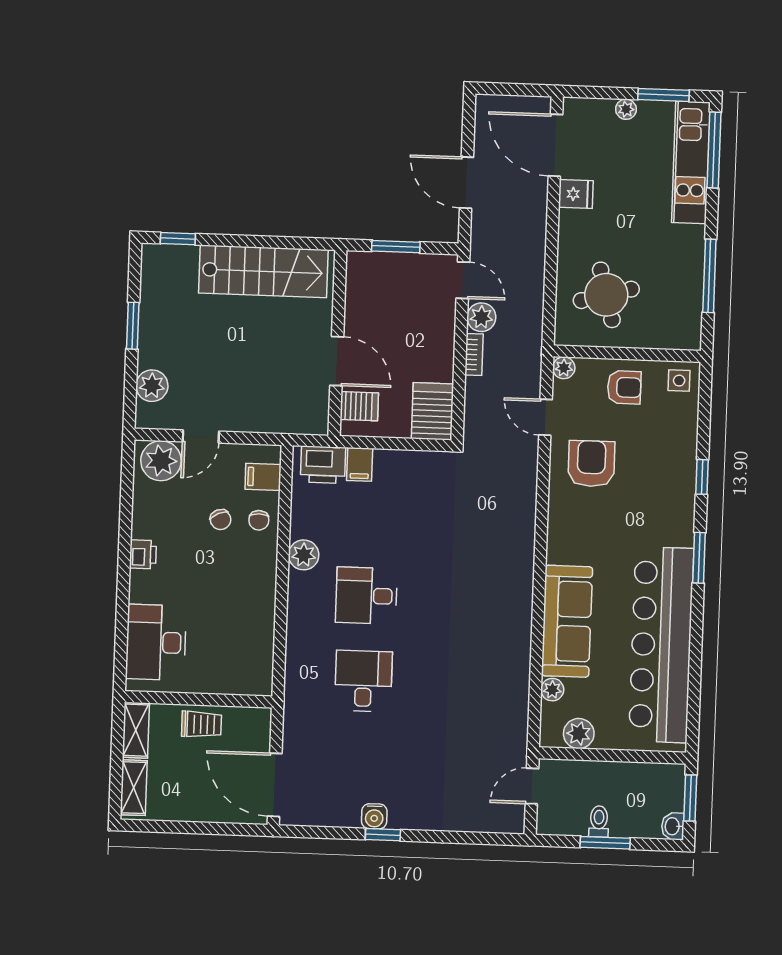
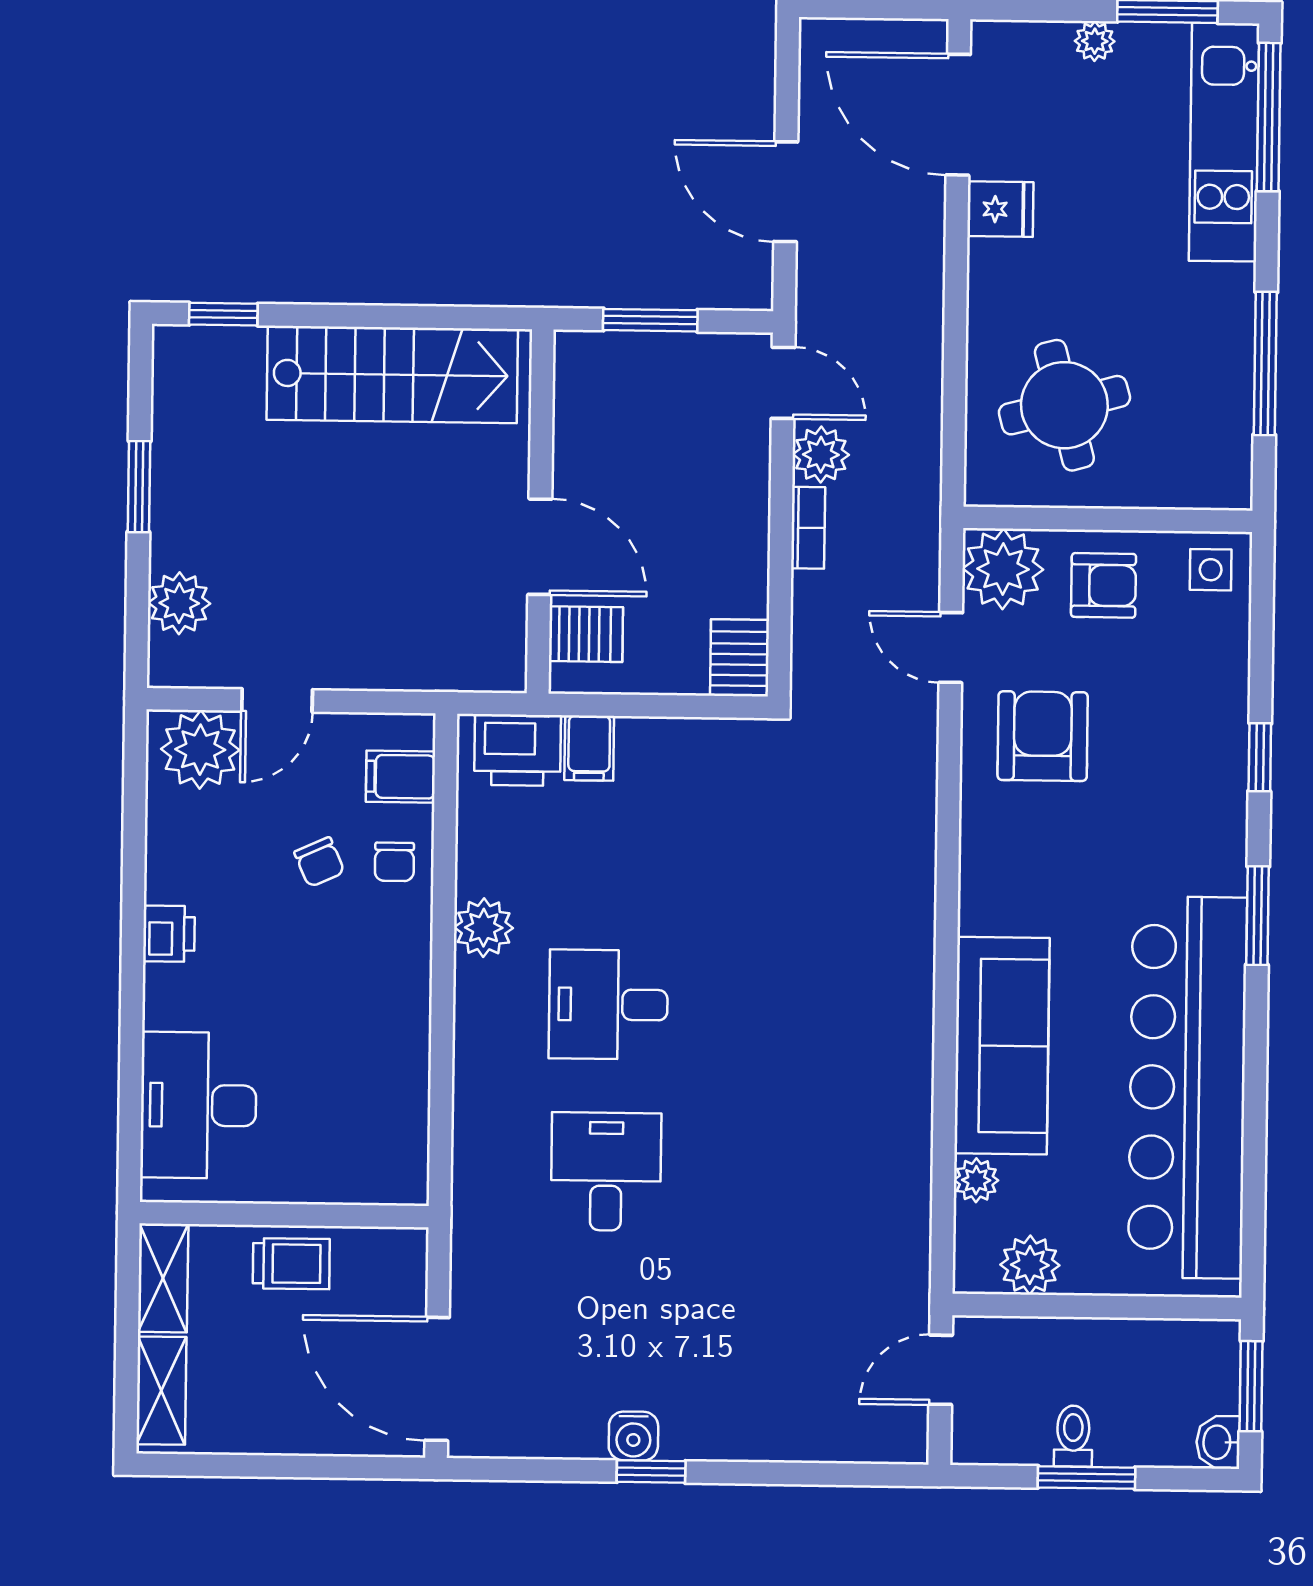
plant: (564, 368) -> (1003, 569), width x1.88, depth x1.88
server rack: (432, 411) -> (740, 658), width x0.73, depth x0.70

